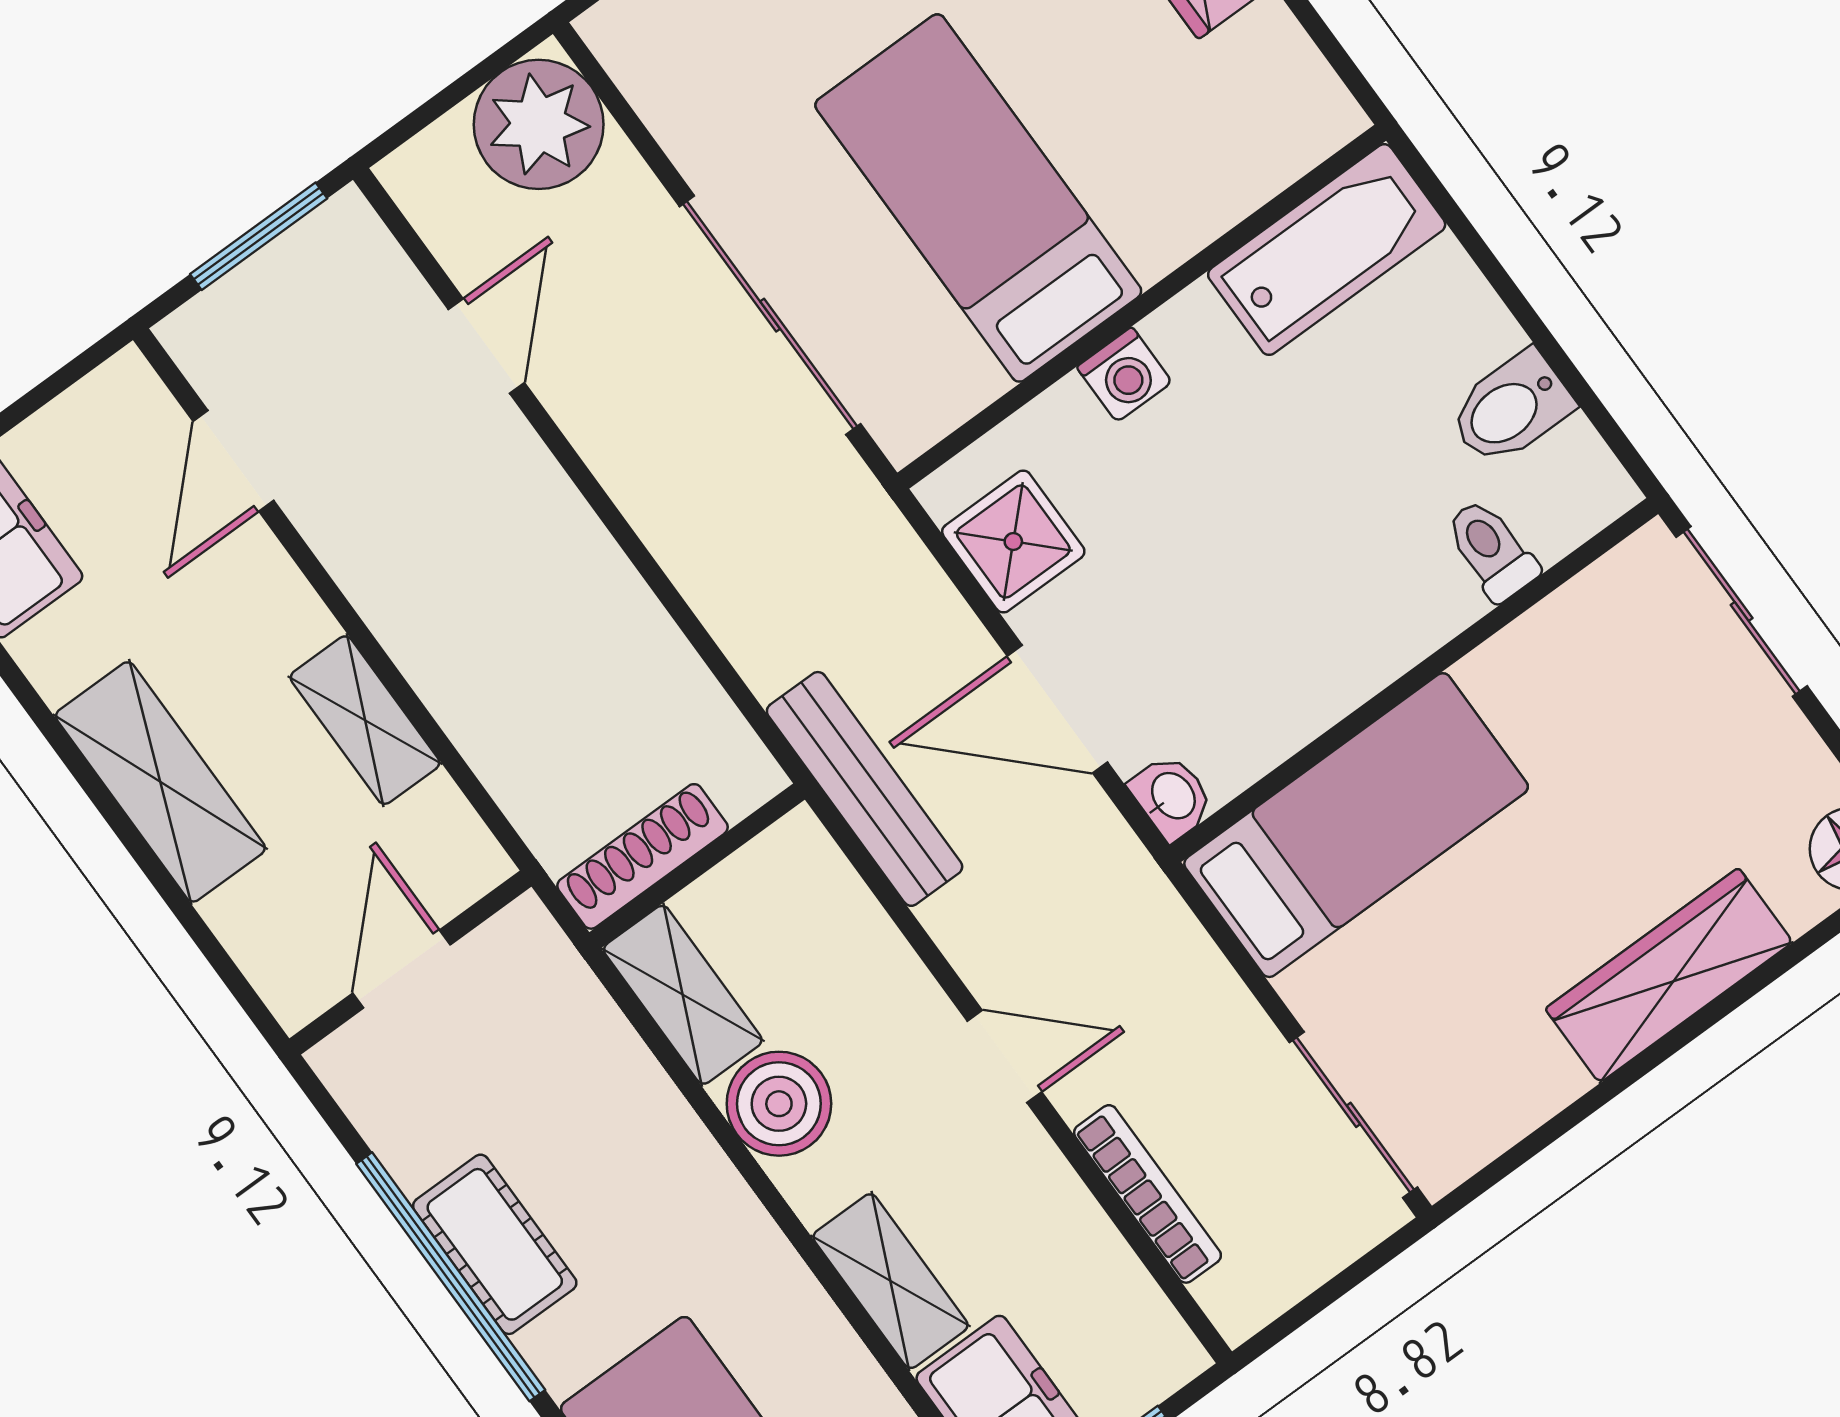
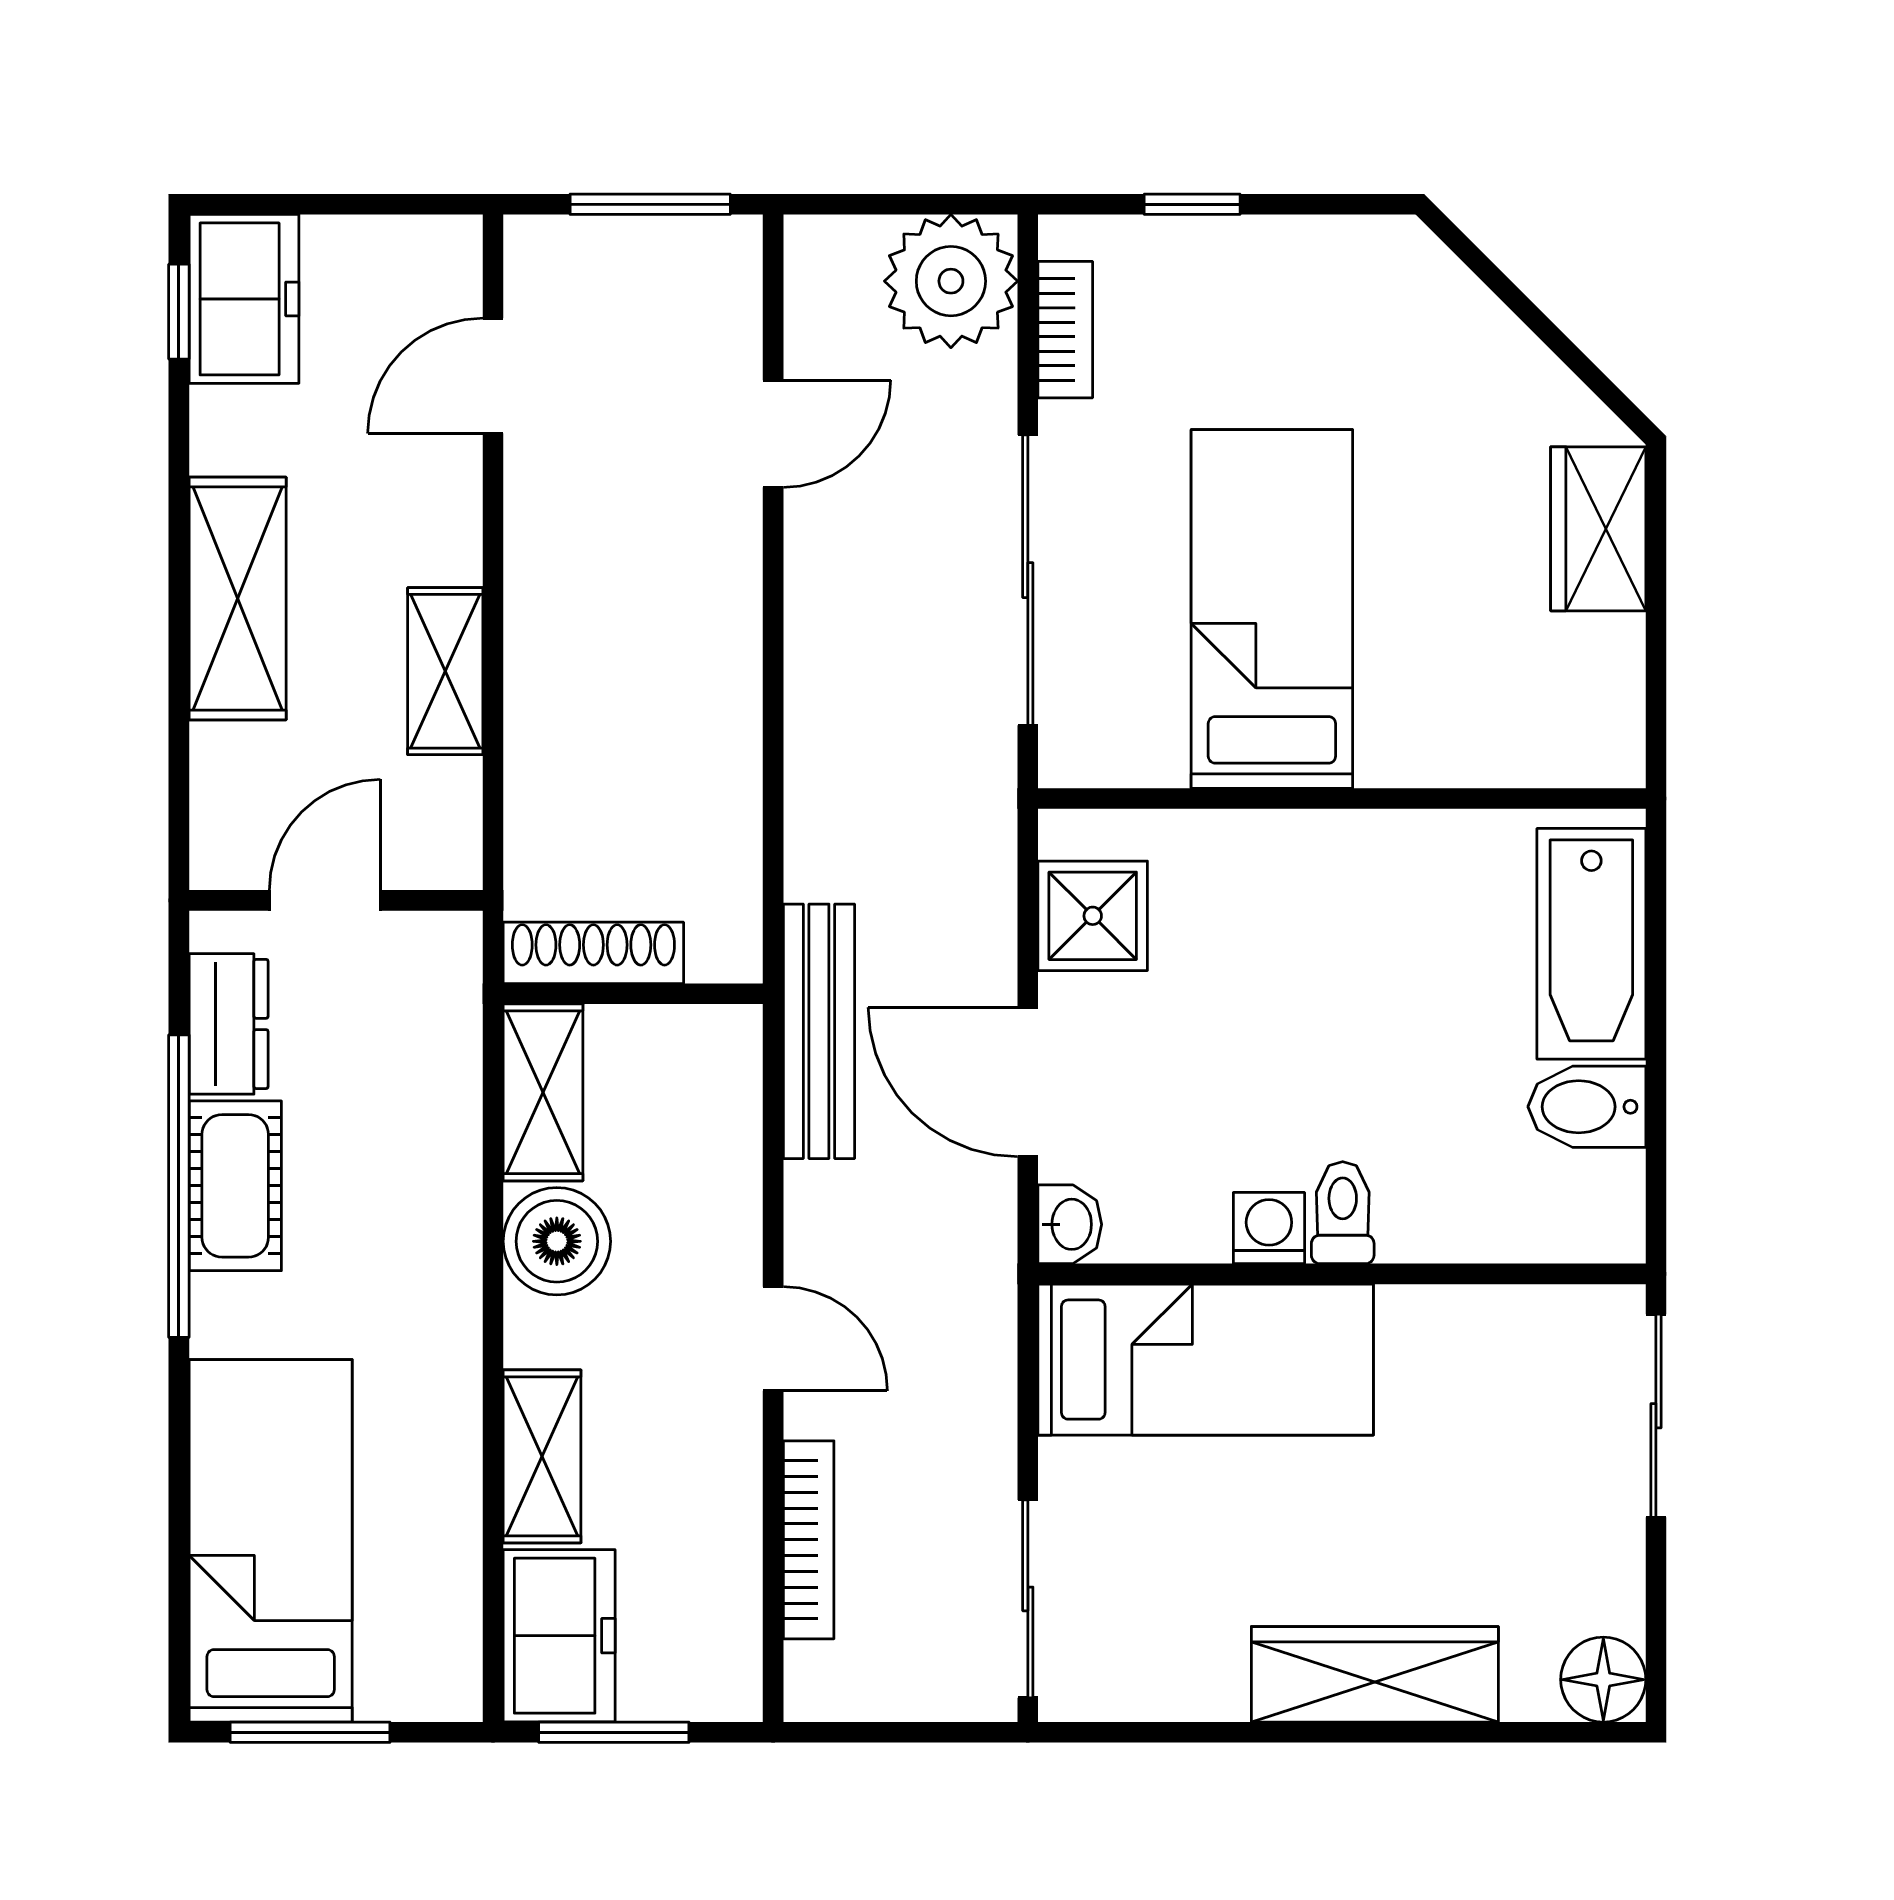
bookcase: (656, 97) -> (1065, 330), added
bathtub: (1327, 250) -> (1591, 944), moved, turned 90
washing machine: (1124, 375) -> (1269, 1228), moved, turned 180
toilet: (1491, 550) -> (1343, 1213), moved
dresser: (397, 1121) -> (229, 1024), added

